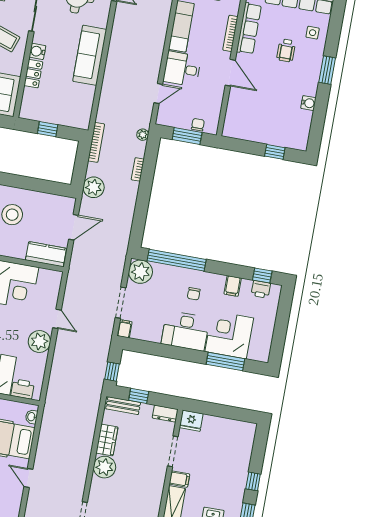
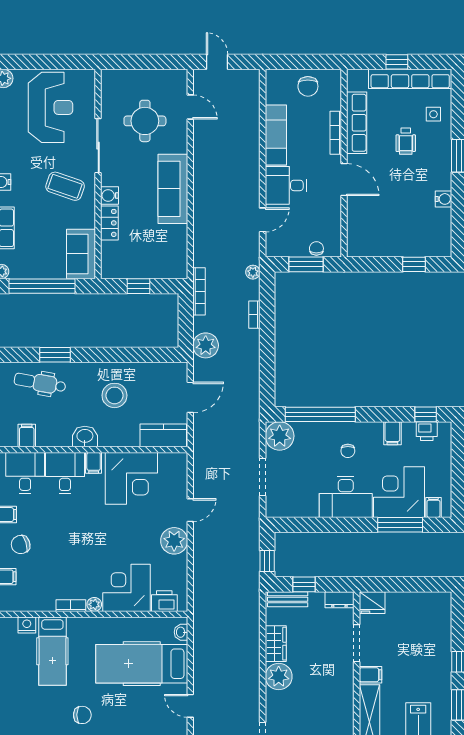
door: (57, 319) -> (190, 510), hinge flipped
filing cabinet: (125, 329) -> (433, 507), moved

